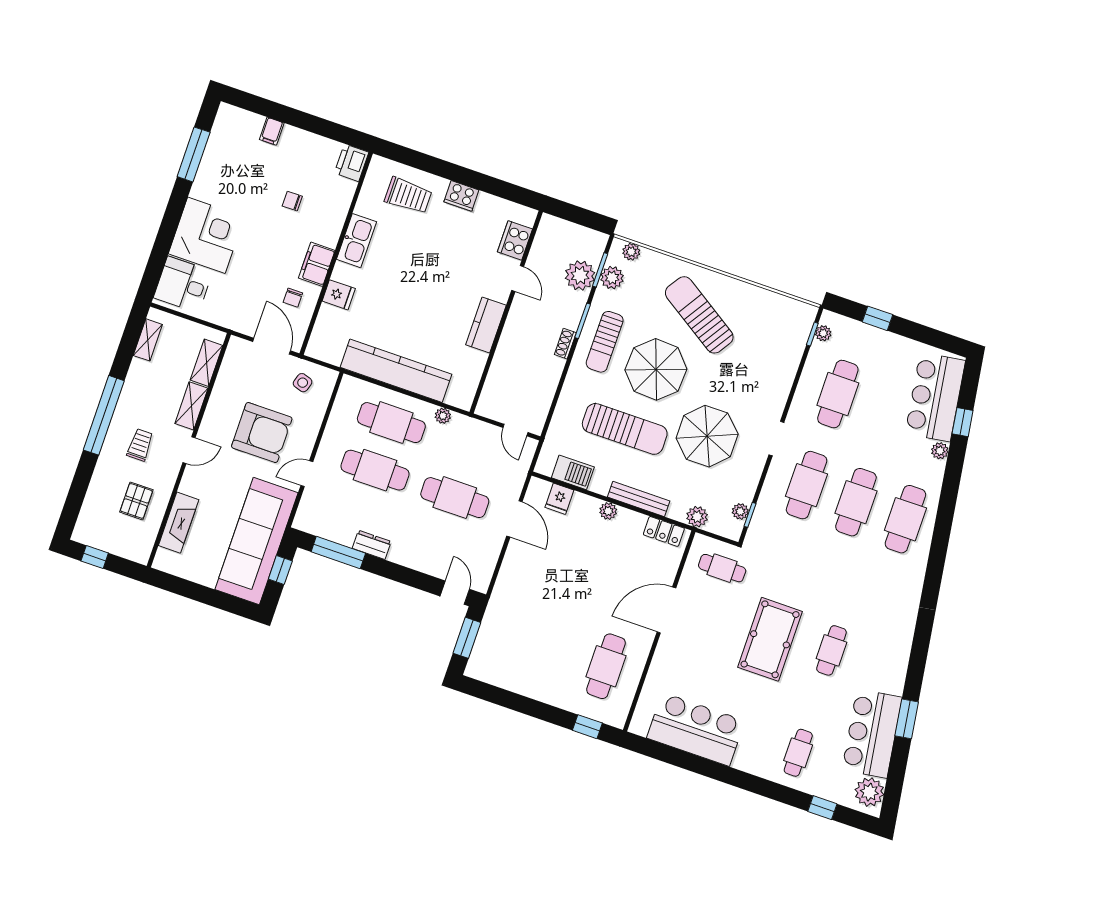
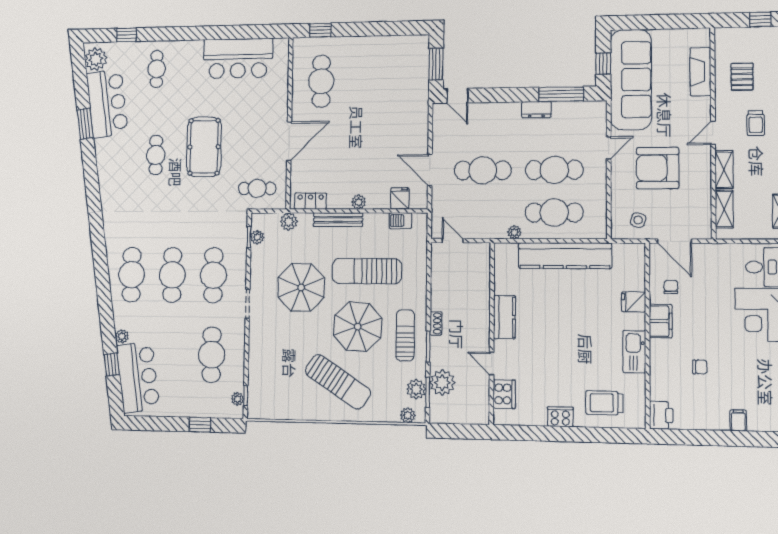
barbecue: (573, 472) -> (400, 221), width x0.73, depth x0.79

